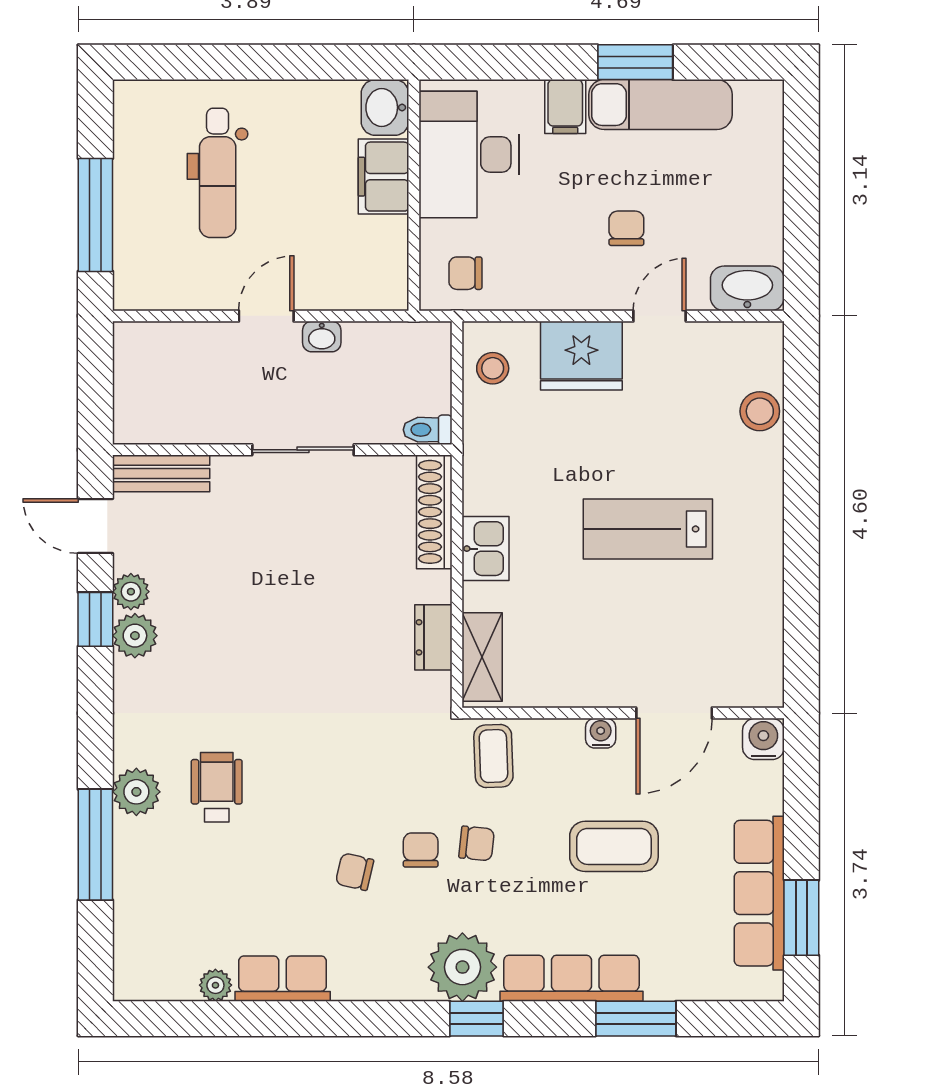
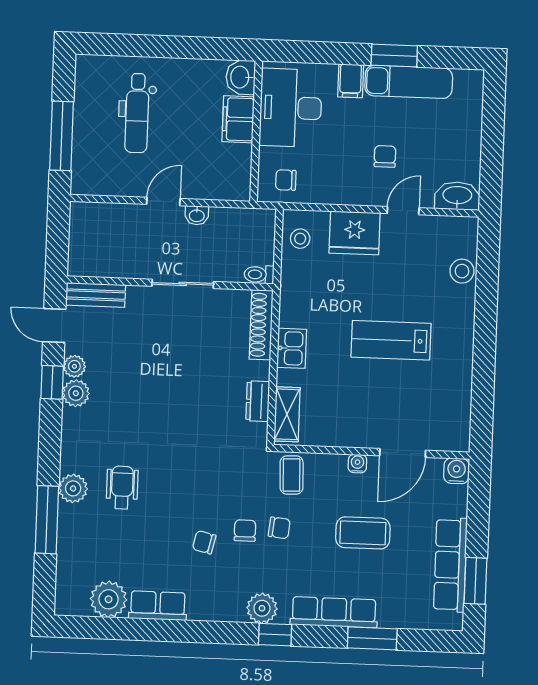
plant: (462, 967) -> (262, 608), width x0.73, depth x0.73
plant: (215, 985) -> (109, 599), width x1.87, depth x1.87

